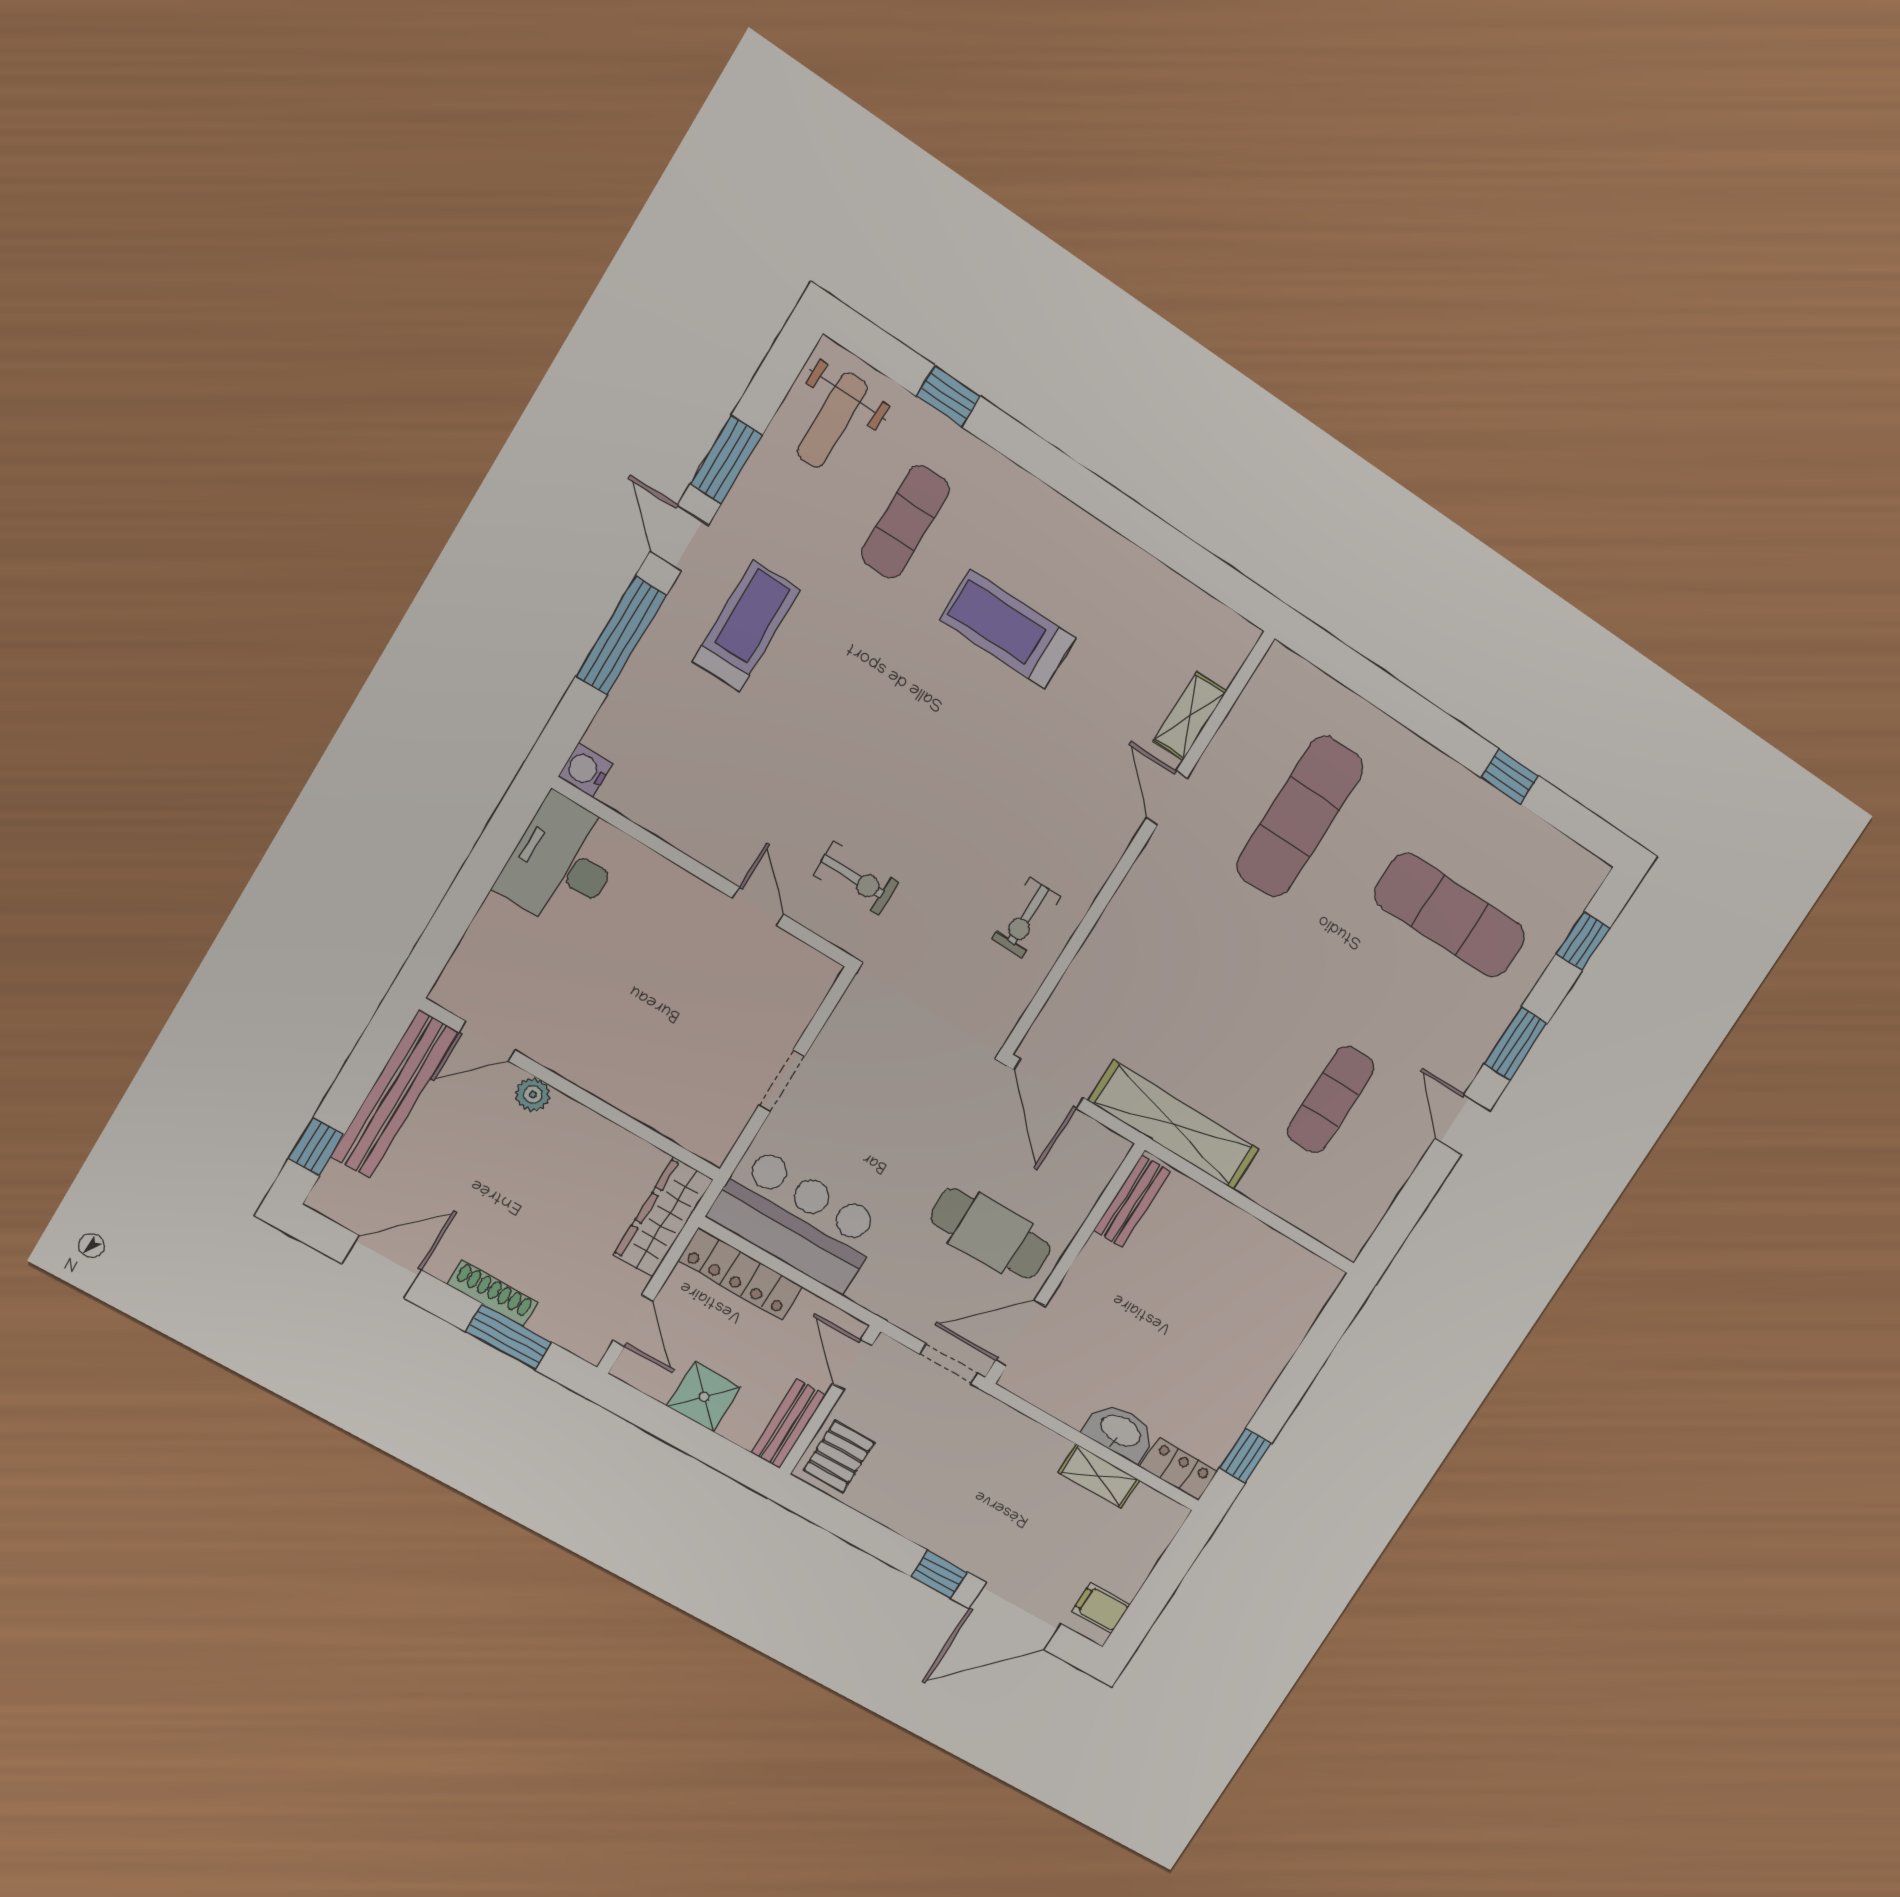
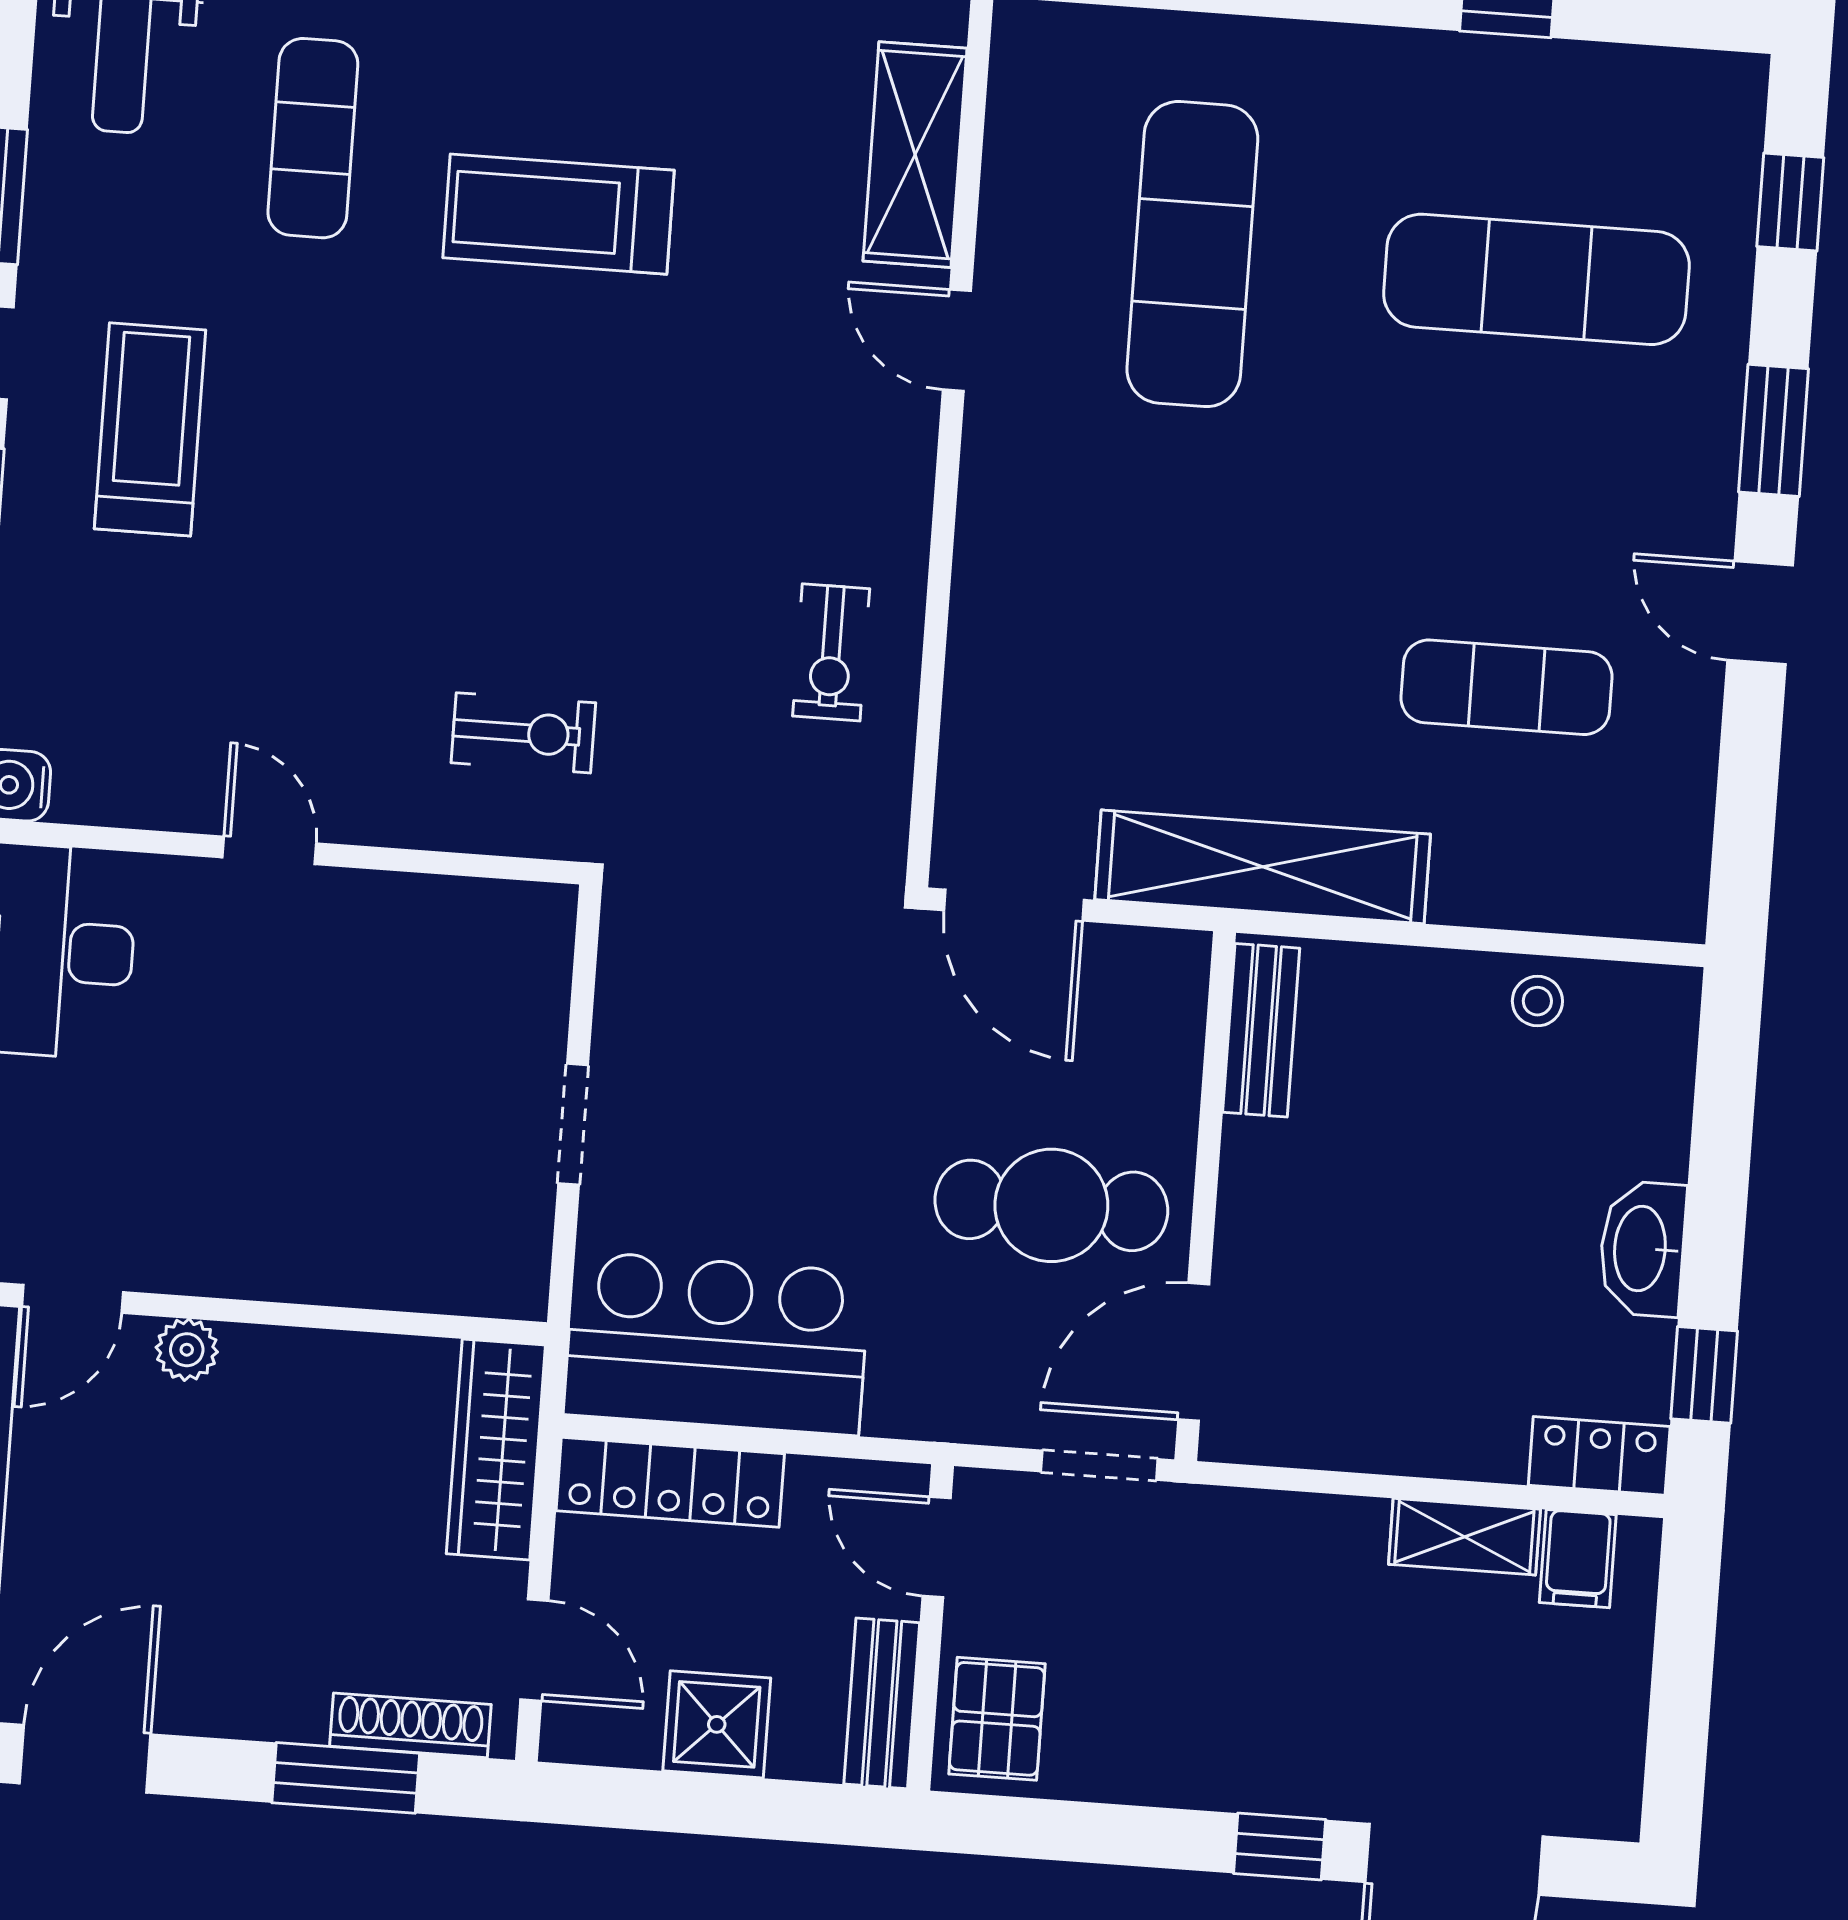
shelving: (1190, 716) -> (915, 155), width x1.50, depth x1.33
door: (758, 906) -> (269, 850), moved
exercise mat: (1331, 1099) -> (1507, 687), turned 90
stool: (1265, 1251) -> (1537, 1001), added
shoe rack: (492, 1293) -> (410, 1725), moved
washbasin: (1120, 1432) -> (1642, 1249), moved, turned -90
filing cabinet: (1101, 1608) -> (1578, 1559), moved, turned -90

